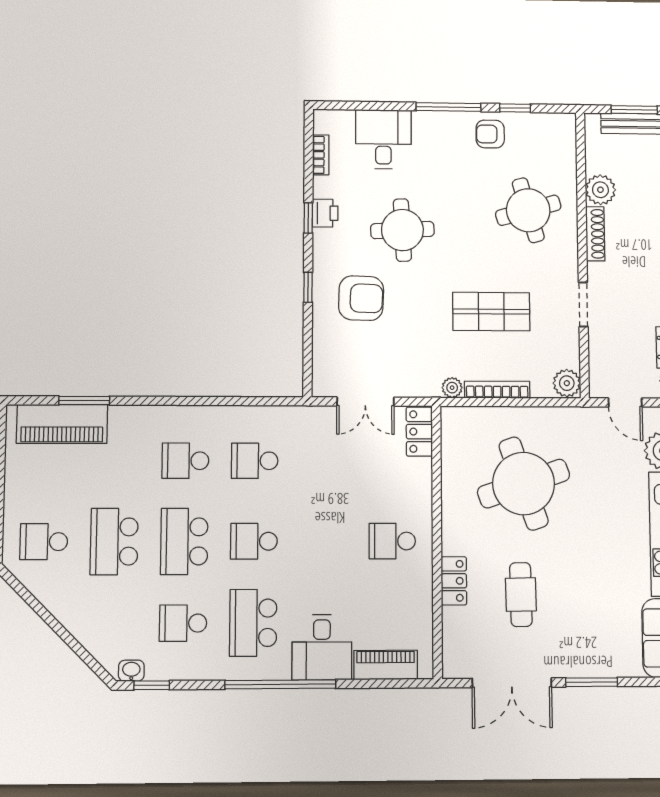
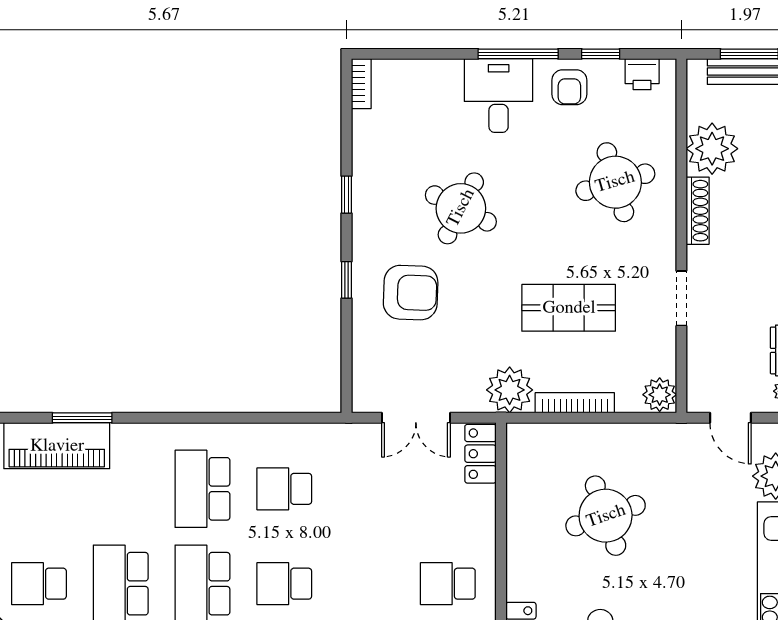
armchair: (490, 134) -> (569, 87), turned -90
desk: (383, 139) -> (499, 96), moved
bookcase: (321, 155) -> (361, 84), moved
plant: (600, 190) -> (712, 149), width x1.36, depth x1.36
printer: (325, 213) -> (642, 74), moved, turned 90
round table: (402, 230) -> (461, 208), turned 30
plant: (452, 388) -> (510, 390), width x1.88, depth x1.88
school desk: (185, 461) -> (202, 489), width x1.85
round table: (524, 484) -> (606, 516), width x0.73, depth x0.73

